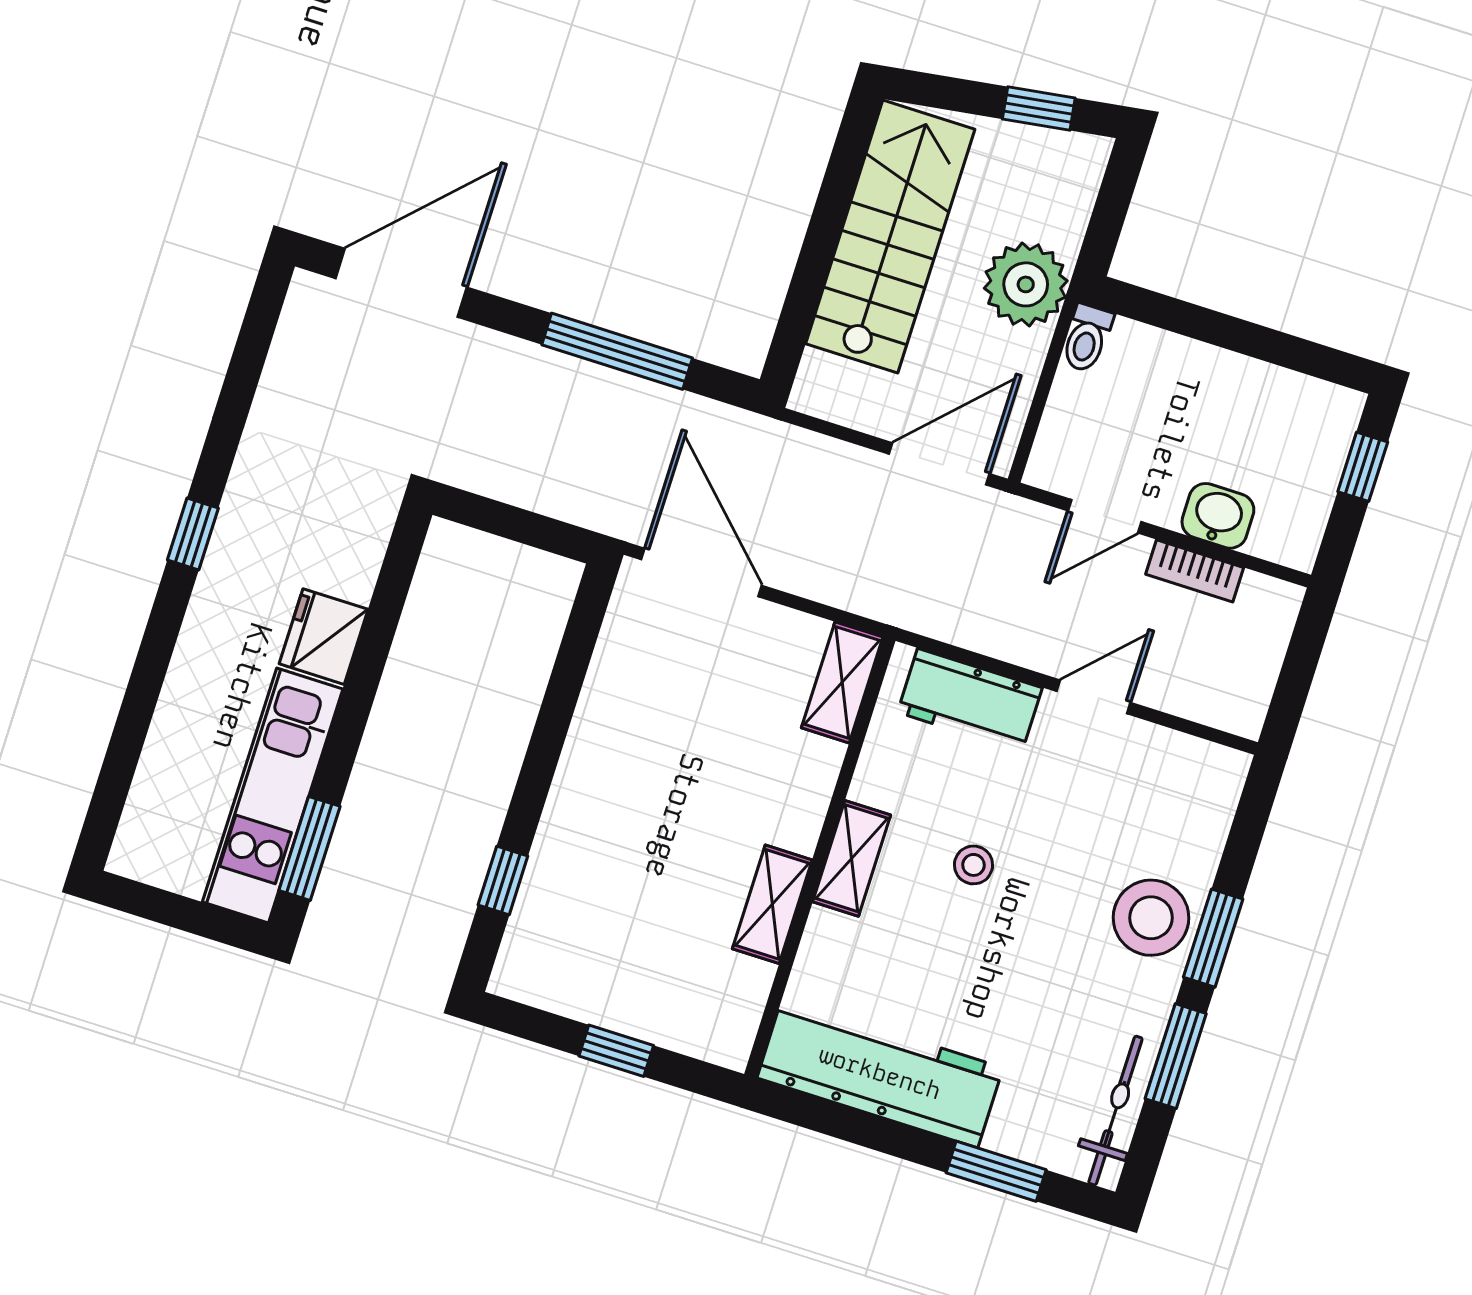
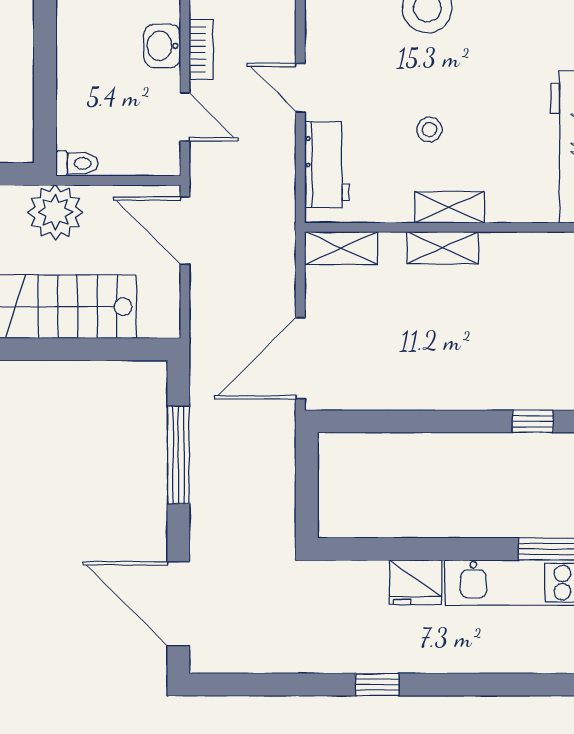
shelving: (772, 904) -> (443, 248), moved

